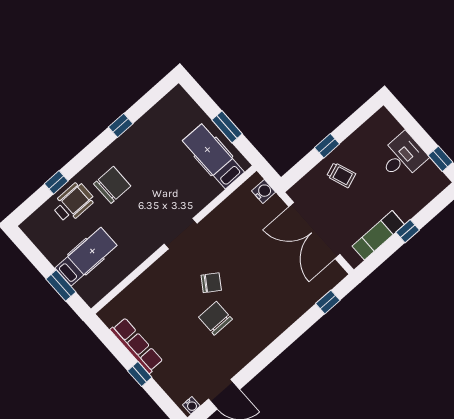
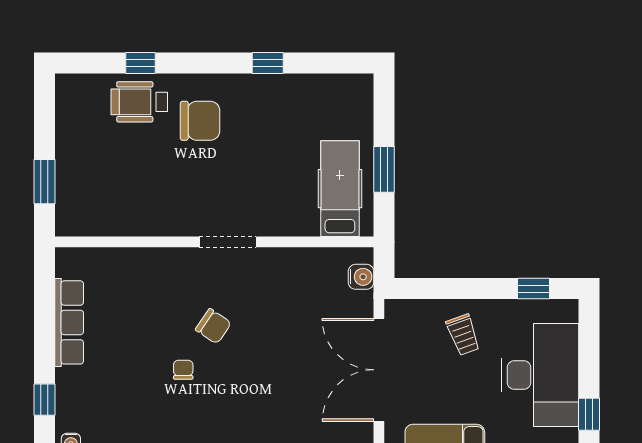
window: (327, 146) -> (533, 289), moved
desk: (402, 157) -> (540, 375), width x1.87, depth x1.30
wheelchair: (73, 203) -> (139, 102), turned 180
hospital bed: (86, 257) -> (100, 174), removed
chair: (215, 318) -> (183, 370), width x0.54, depth x0.54
window: (140, 374) -> (44, 400), moved

